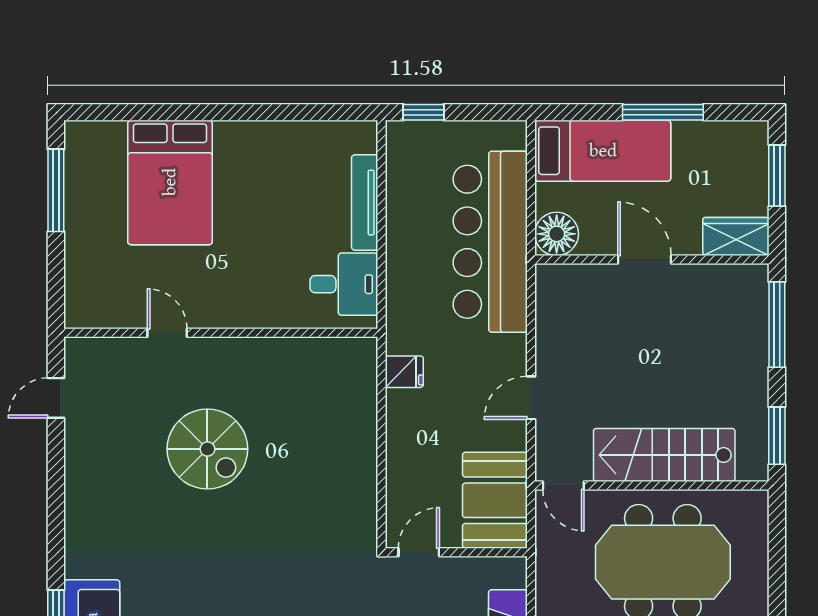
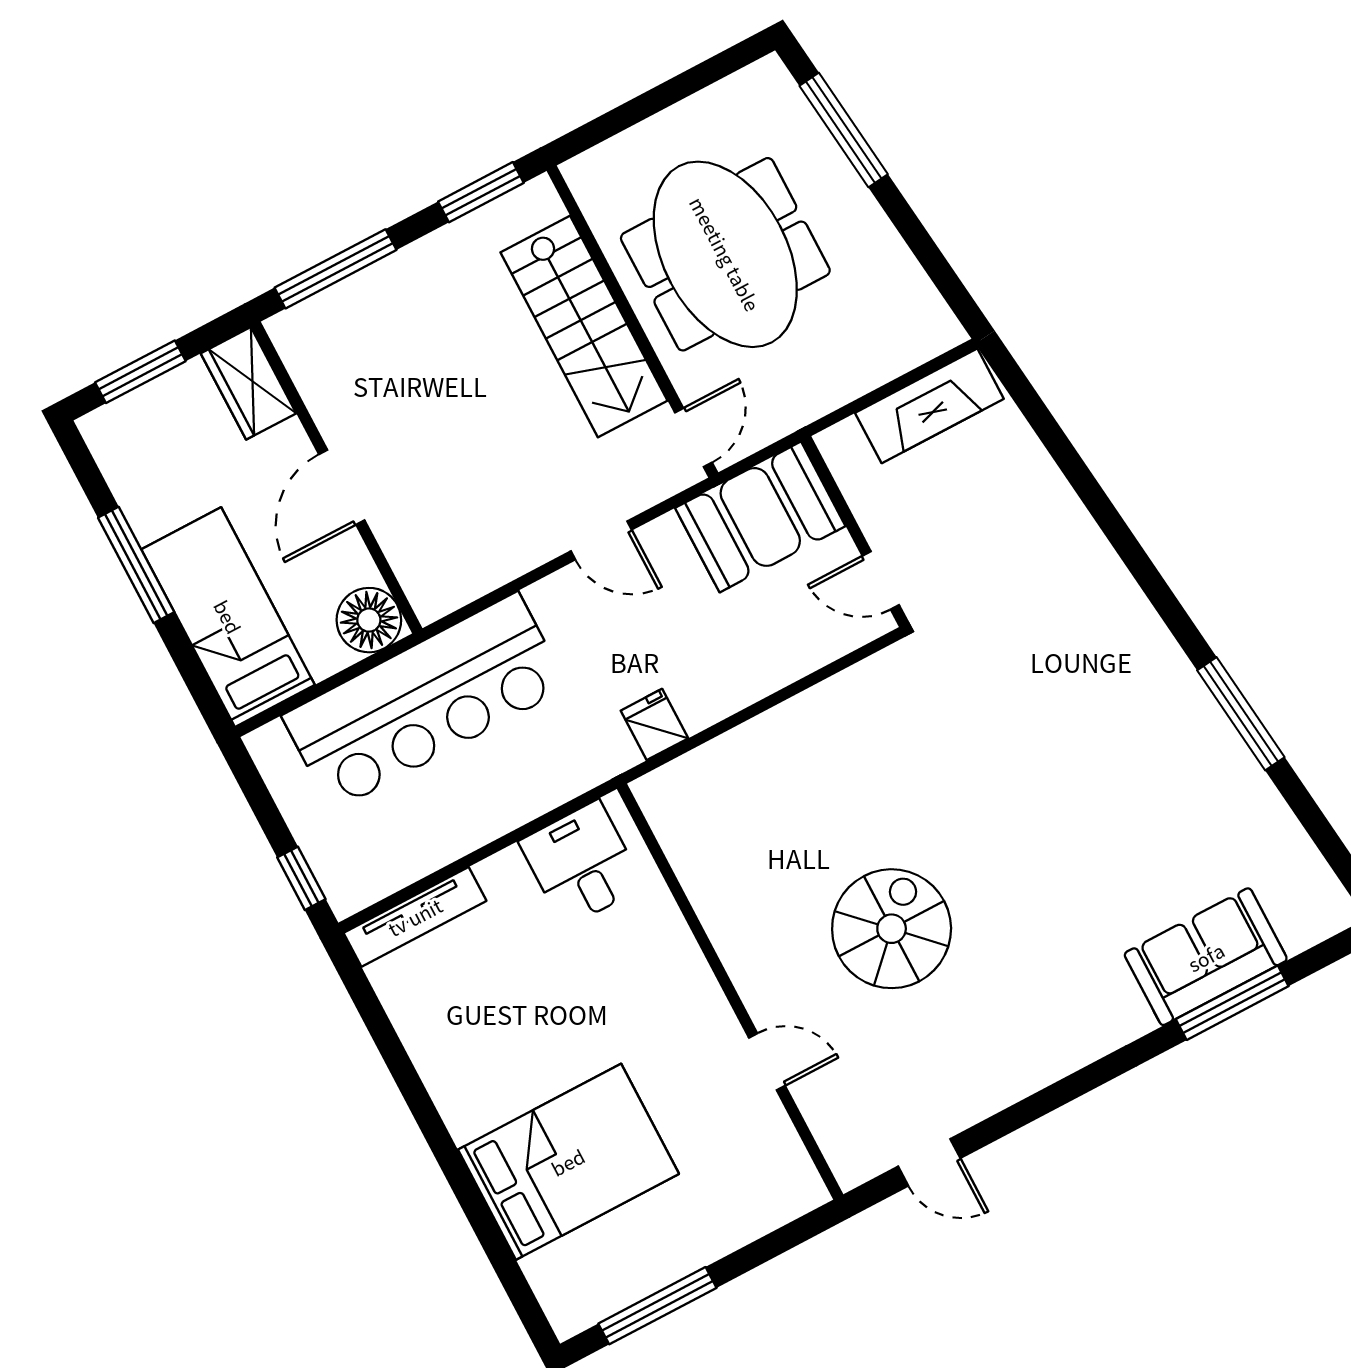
tv unit: (365, 203) -> (415, 917), moved
door: (167, 333) -> (767, 1062), swing flipped

